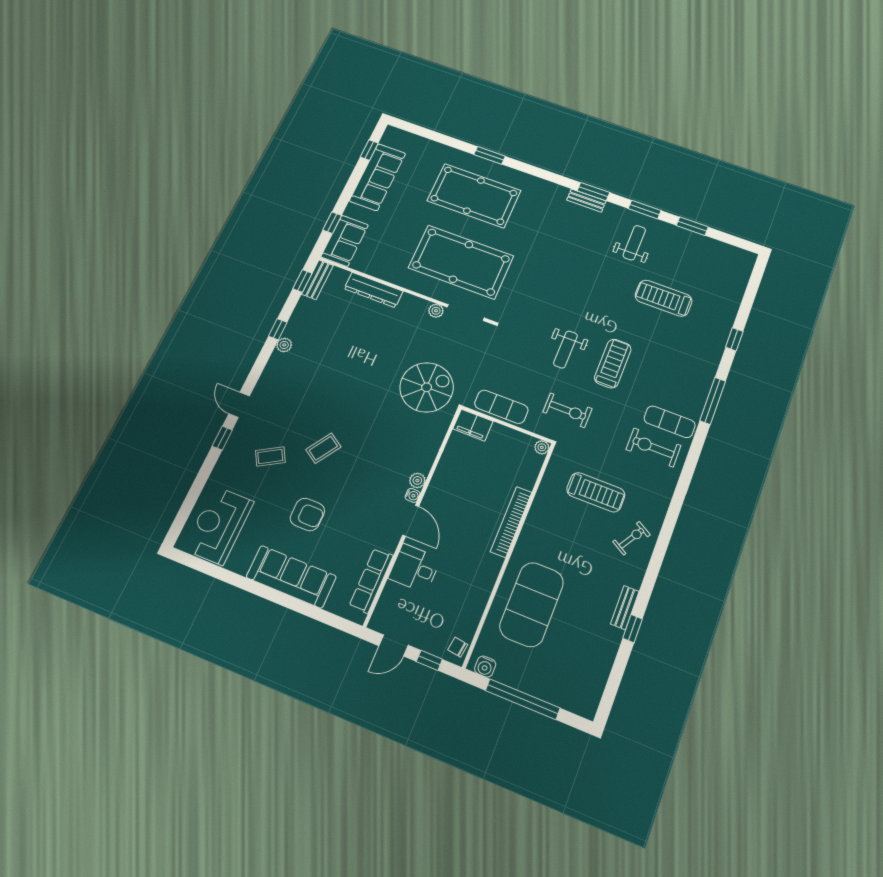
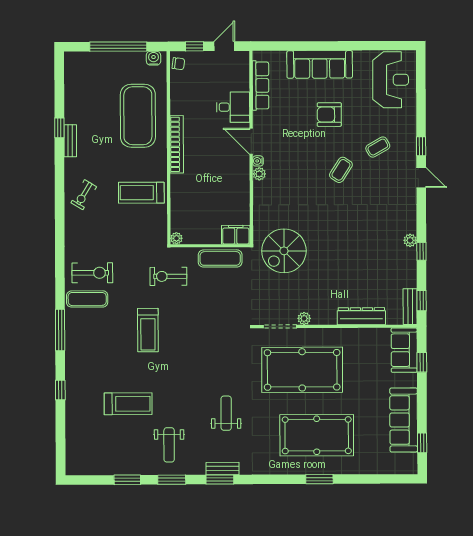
weight bench: (565, 350) -> (226, 413), moved
treadmill: (596, 492) -> (141, 193), moved
bookcase: (511, 522) -> (177, 144), moved

